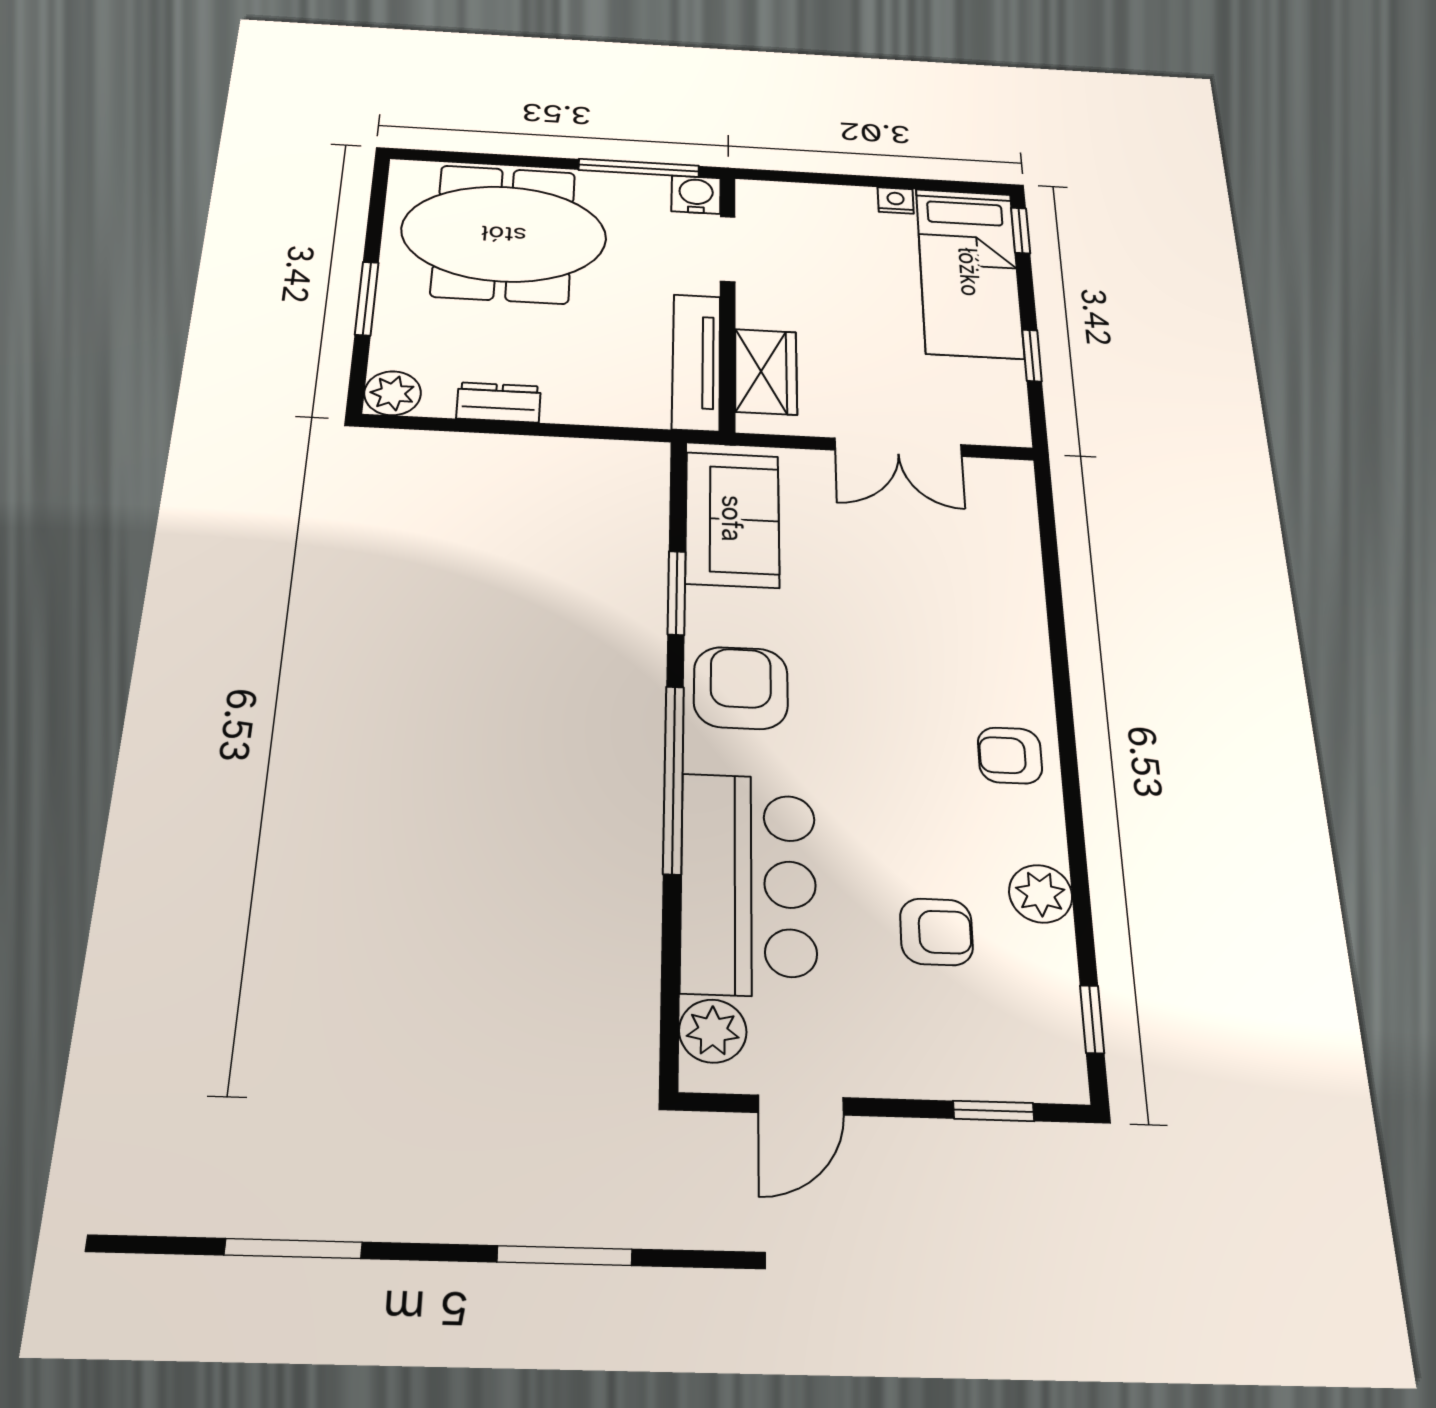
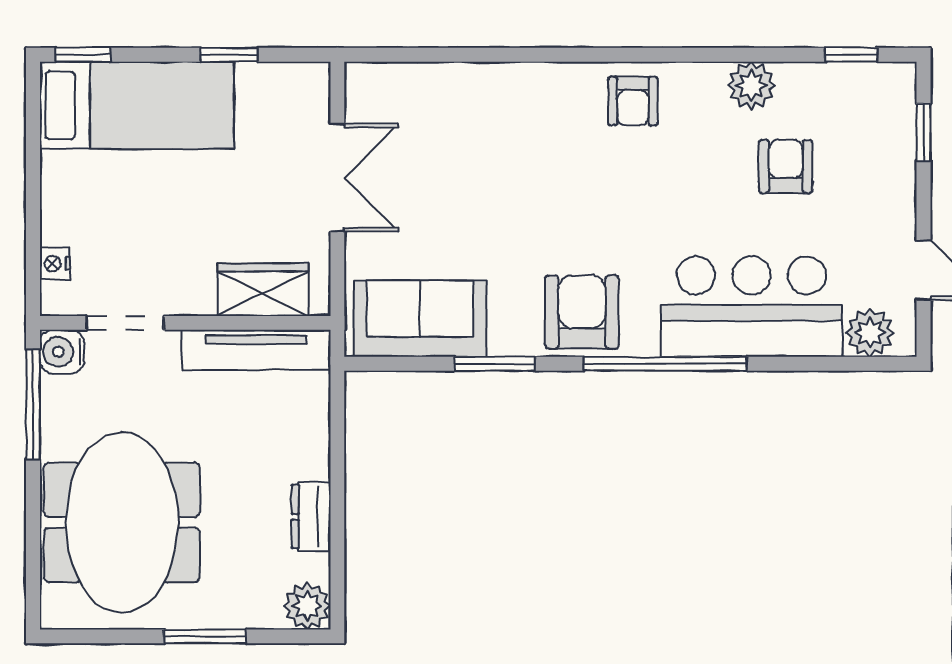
nightstand: (896, 200) -> (55, 264), moved
armchair: (741, 688) -> (582, 312), turned 90

